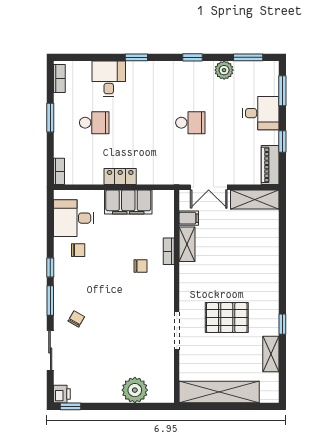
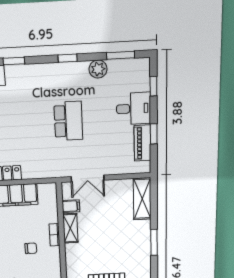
window: (282, 91) -> (153, 86), width x0.67
school desk: (190, 123) -> (68, 121), width x1.85
piano: (270, 165) -> (142, 143), moved
shelving: (255, 199) -> (142, 199), moved, turned 90
window: (282, 266) -> (154, 242), added

